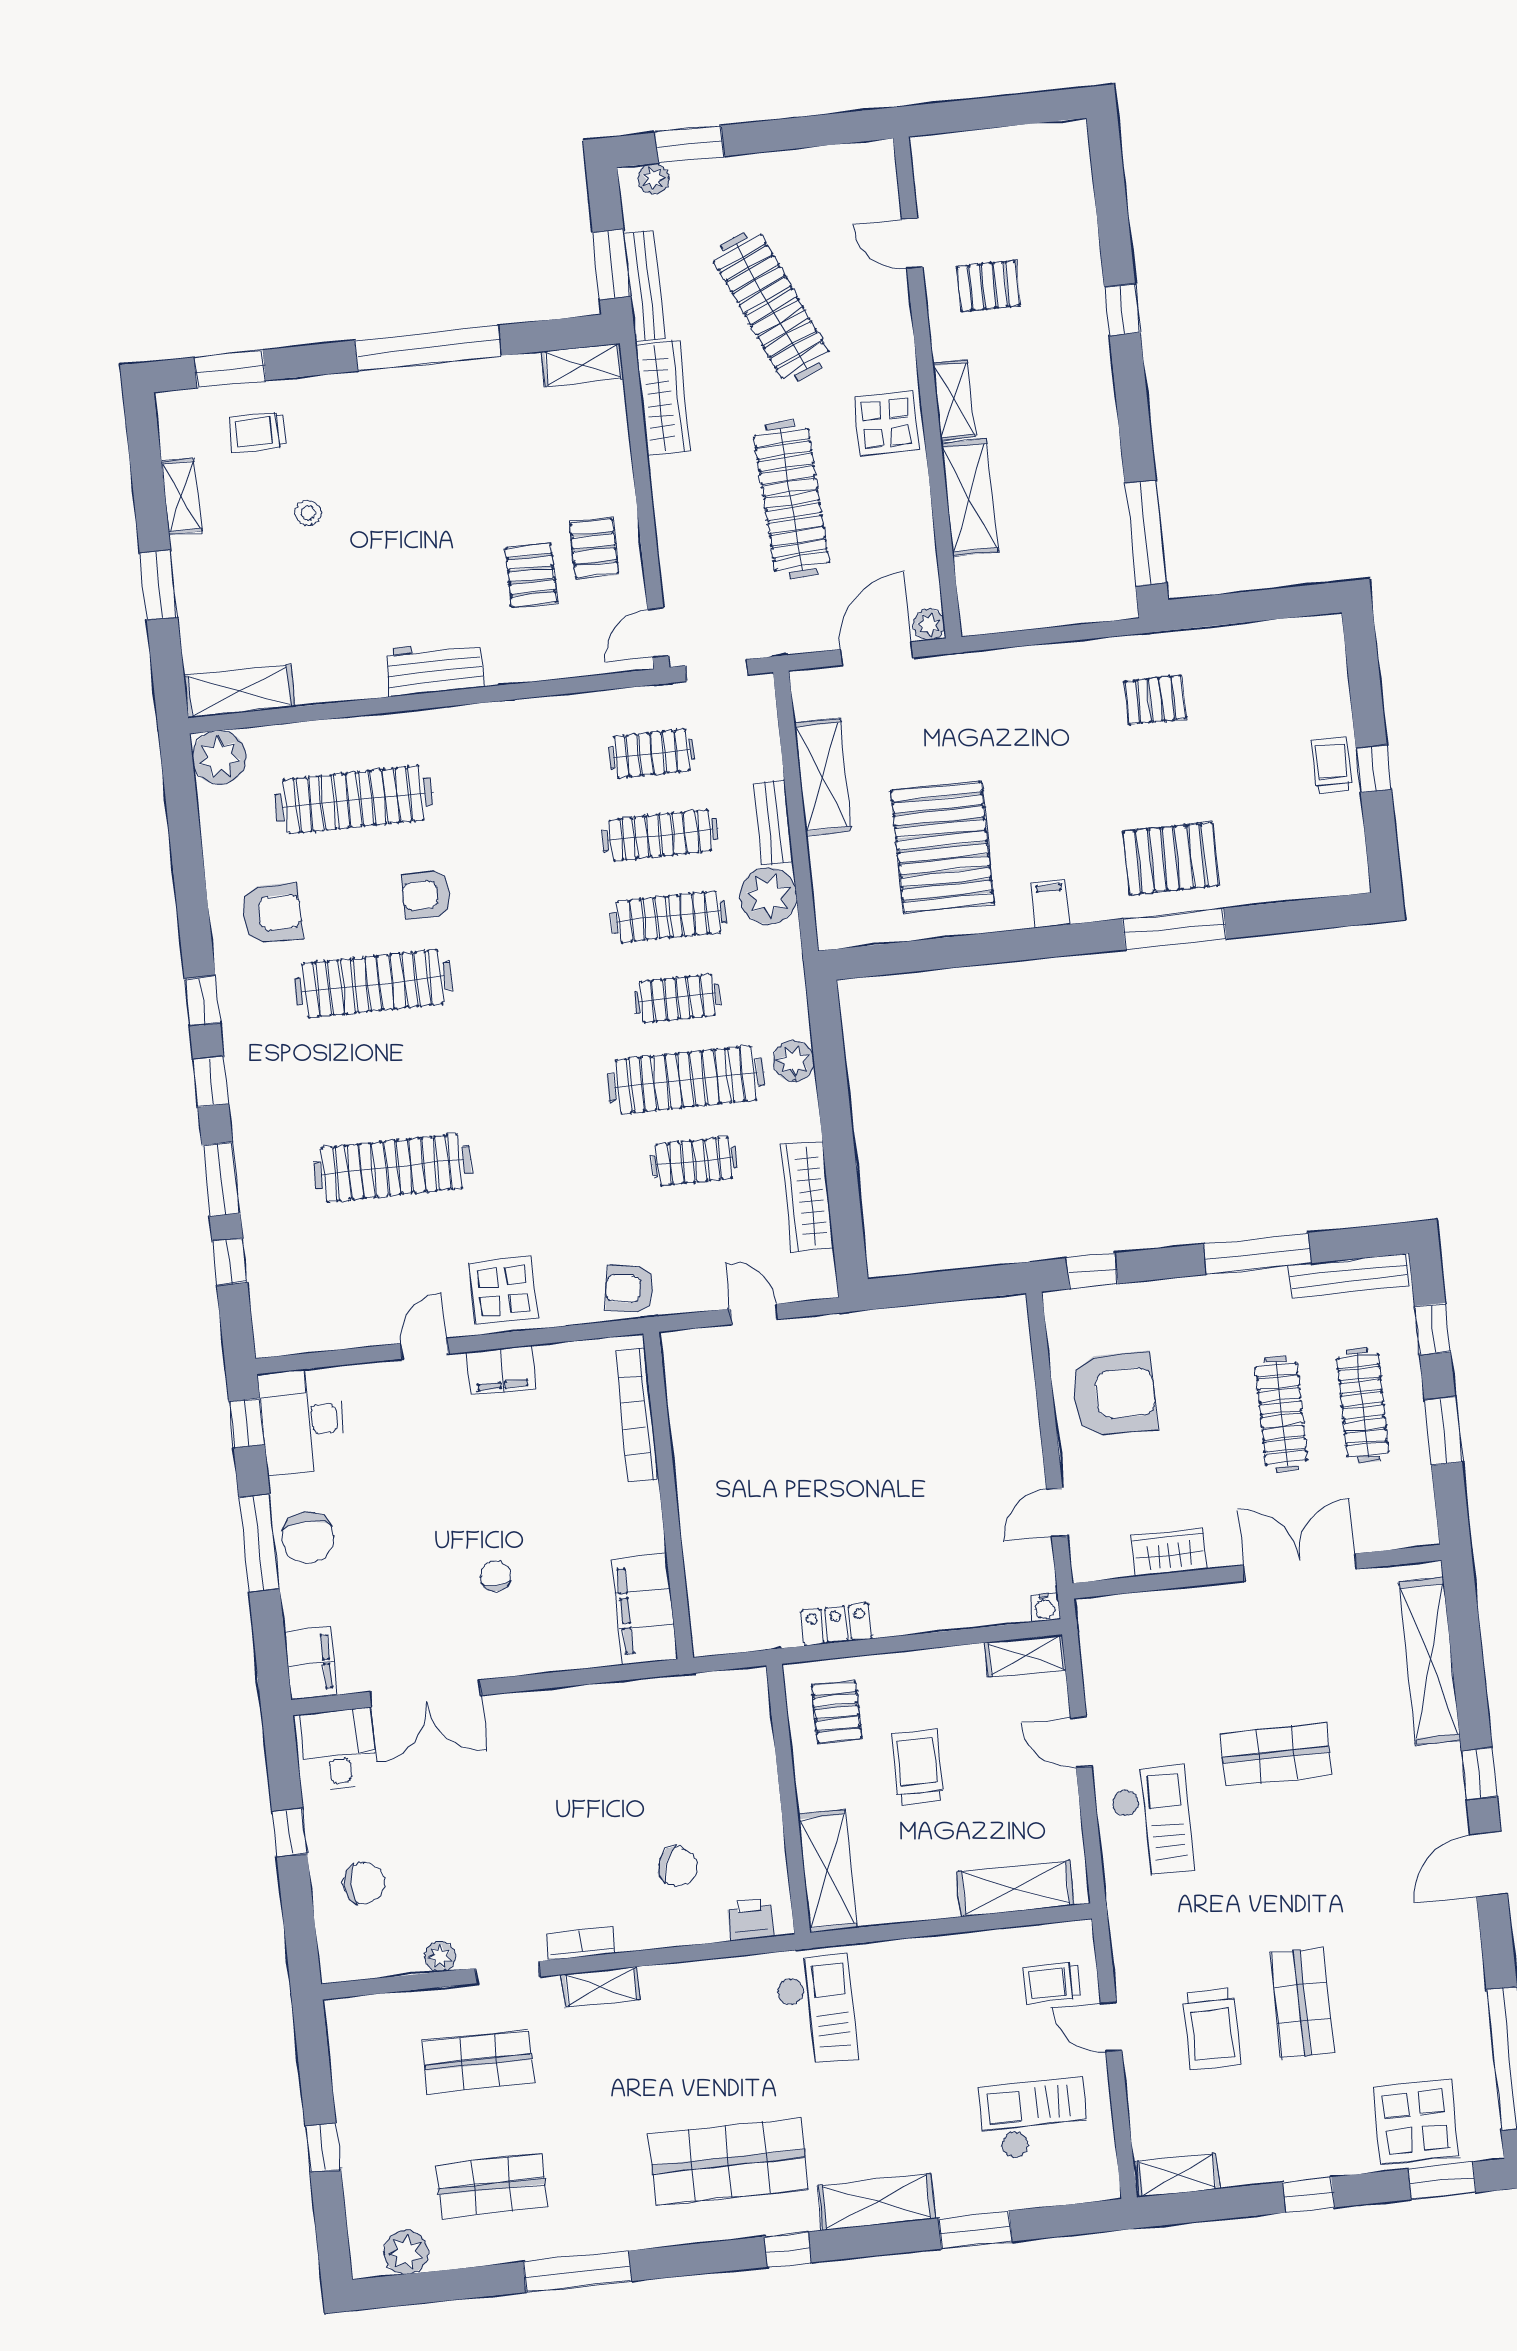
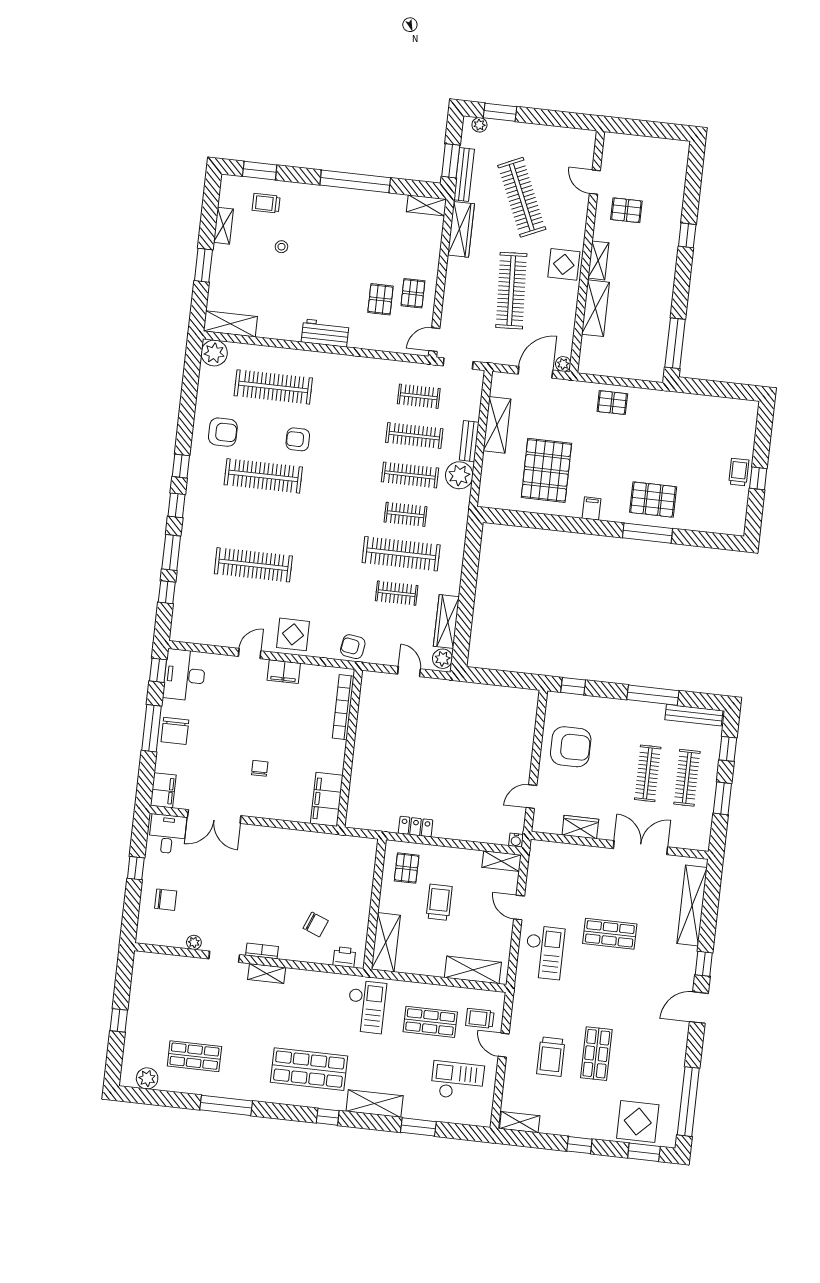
pallet: (1155, 700) -> (612, 403), moved
plant: (794, 1061) -> (442, 659), moved
shop shelf: (479, 2062) -> (430, 1022), moved

